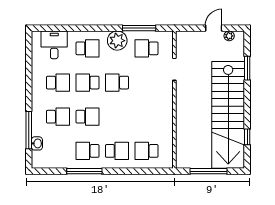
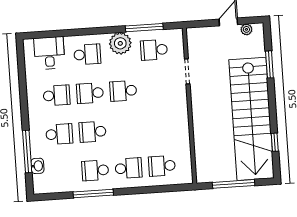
school desk: (87, 117) -> (93, 132), turned 180

